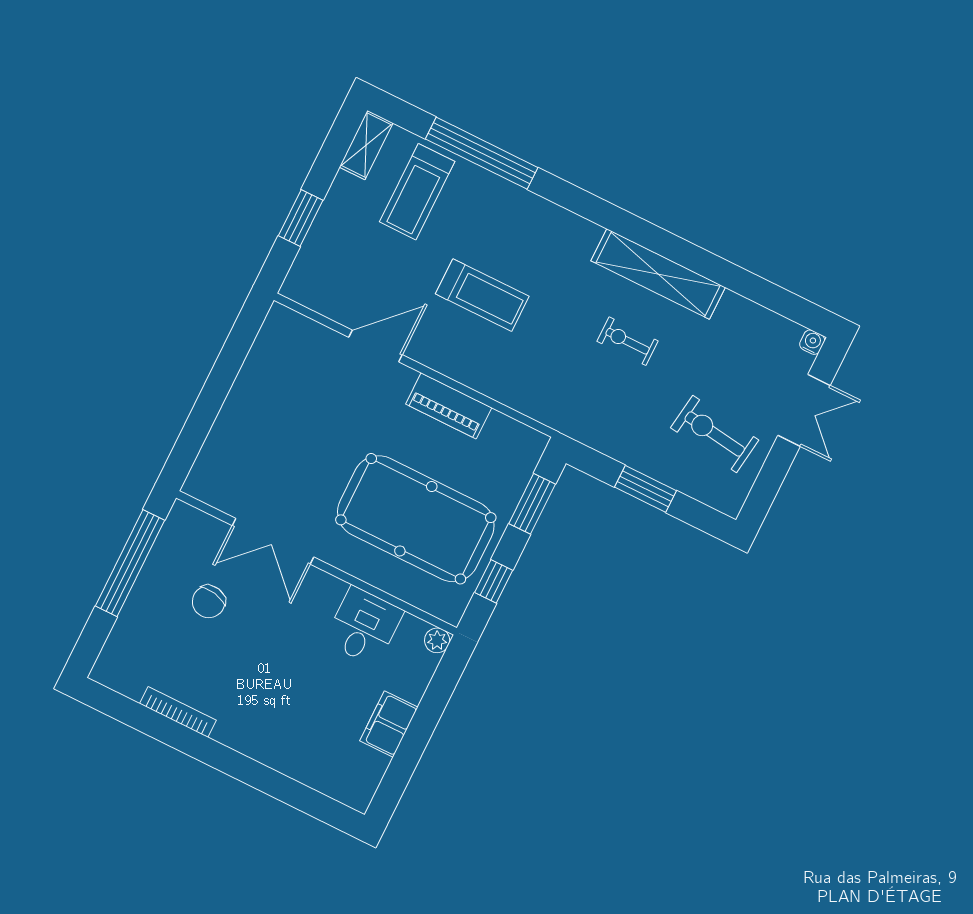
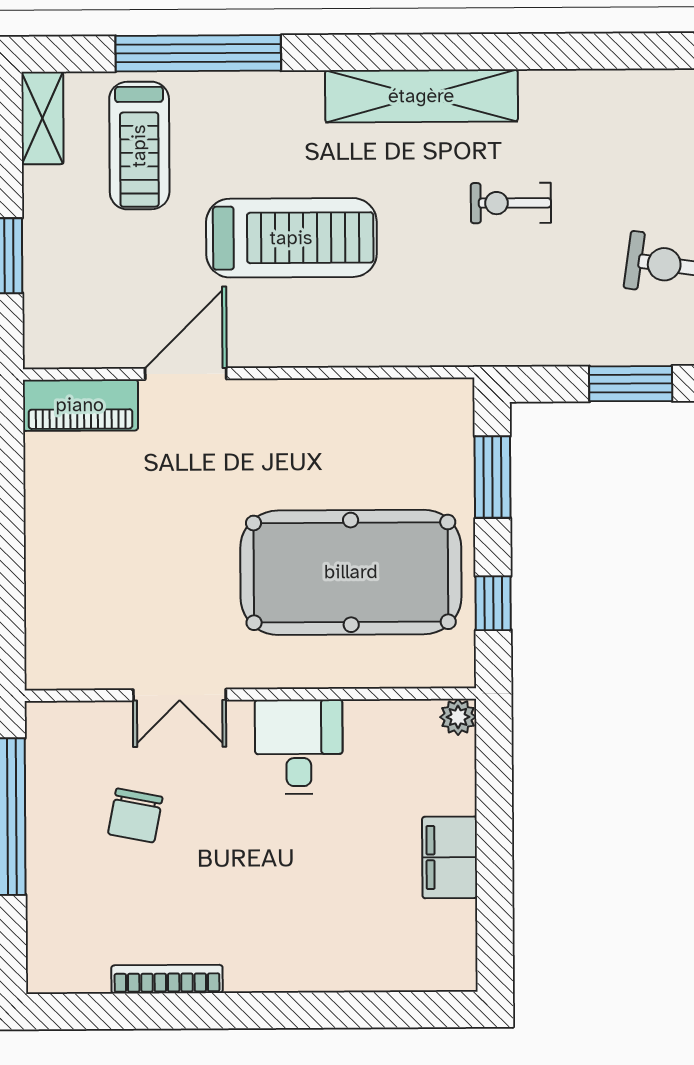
shelving: (658, 274) -> (421, 96), moved
treadmill: (482, 295) -> (291, 238), width x1.37, depth x1.38
piano: (449, 406) -> (80, 405), moved
double door: (273, 541) -> (180, 695), width x0.73
desk: (364, 626) -> (299, 747), moved

